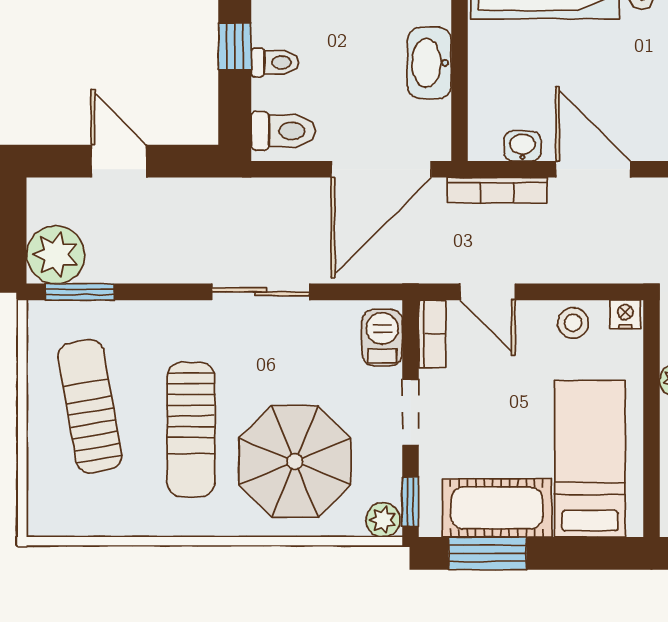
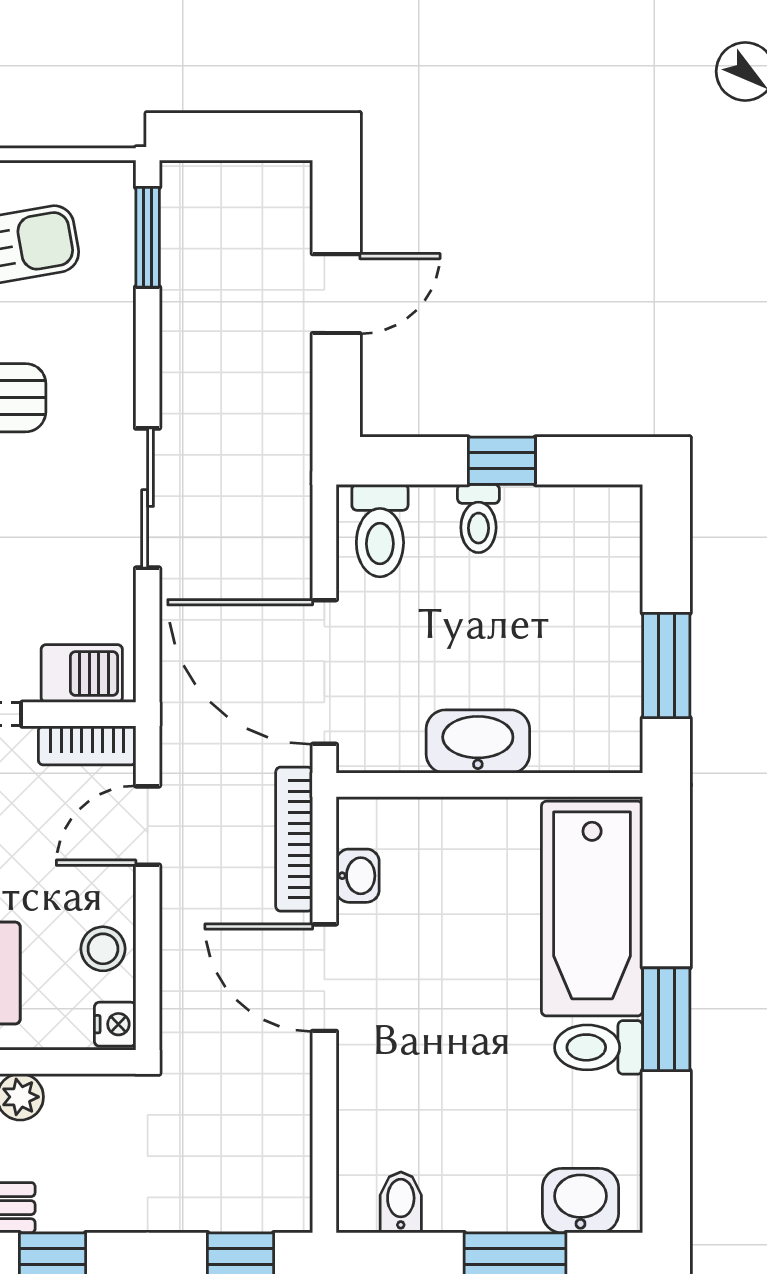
door: (593, 169) -> (324, 978), swing flipped
plant: (56, 255) -> (201, 203), removed

